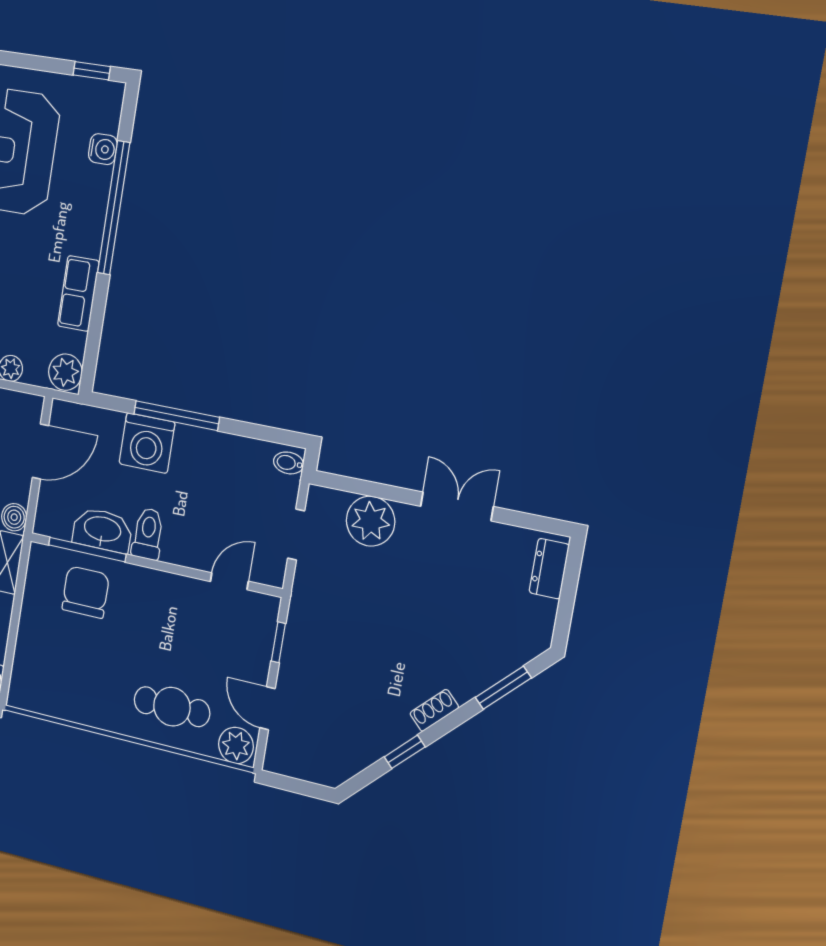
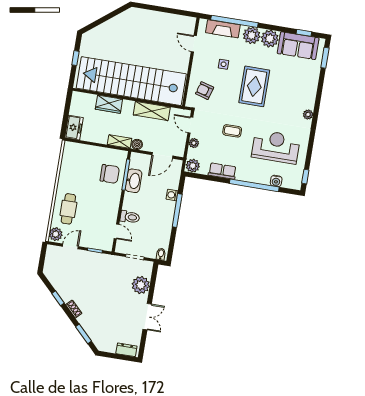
washing machine: (147, 443) -> (172, 195), width x0.53, depth x0.53
door: (40, 452) -> (162, 155), hinge flipped
toilet: (148, 534) -> (130, 217), moved

